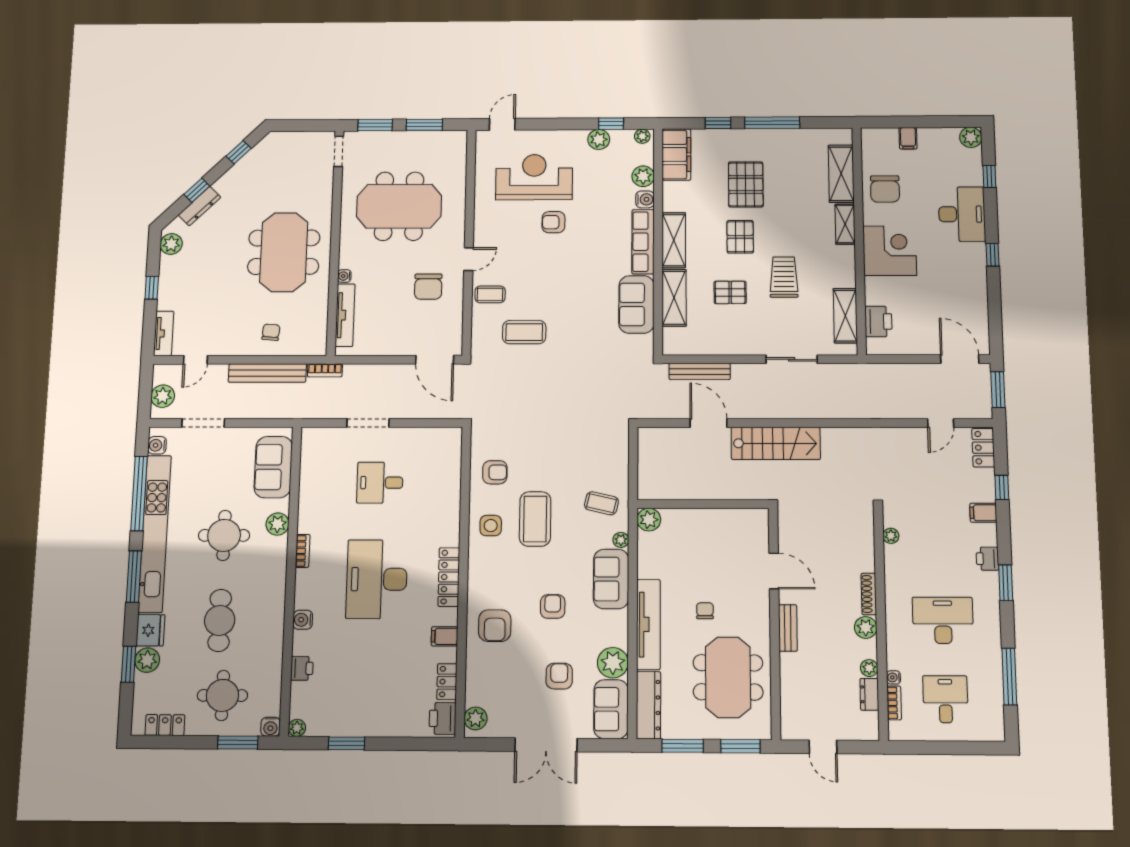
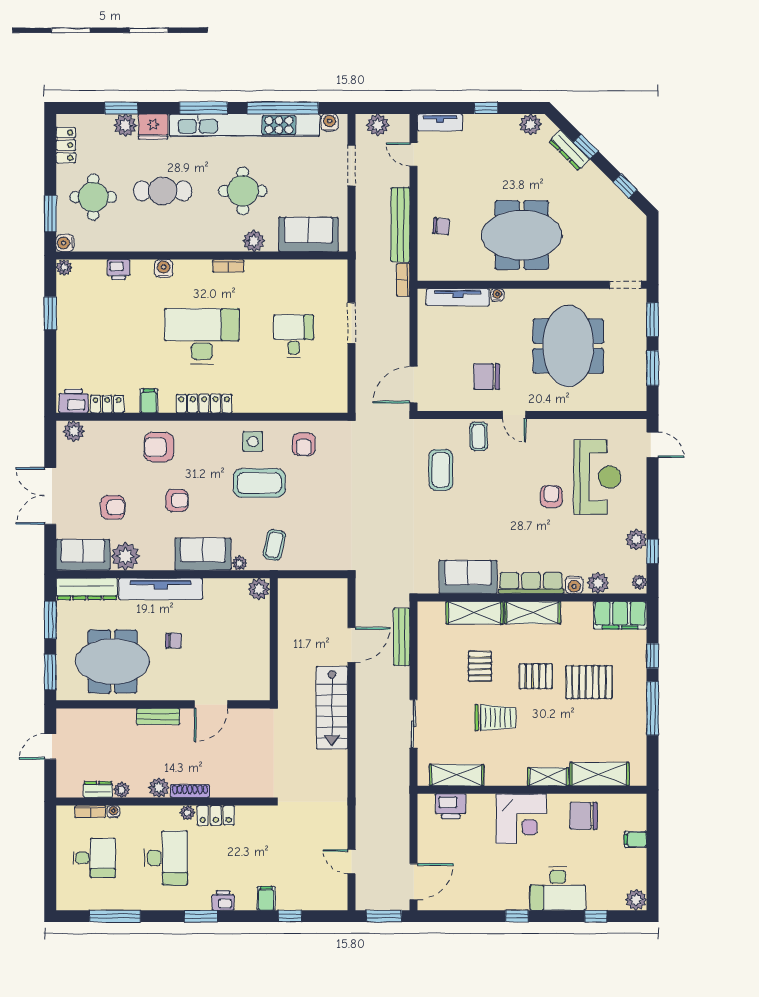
locker: (983, 448) -> (216, 815), moved, turned 180
plant: (891, 536) -> (187, 813), moved

